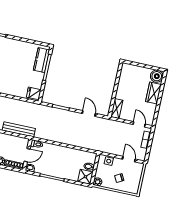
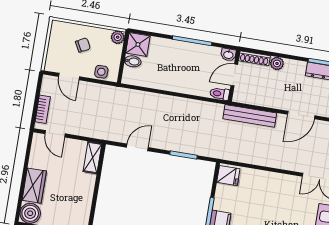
door: (89, 113) -> (137, 147), swing flipped

